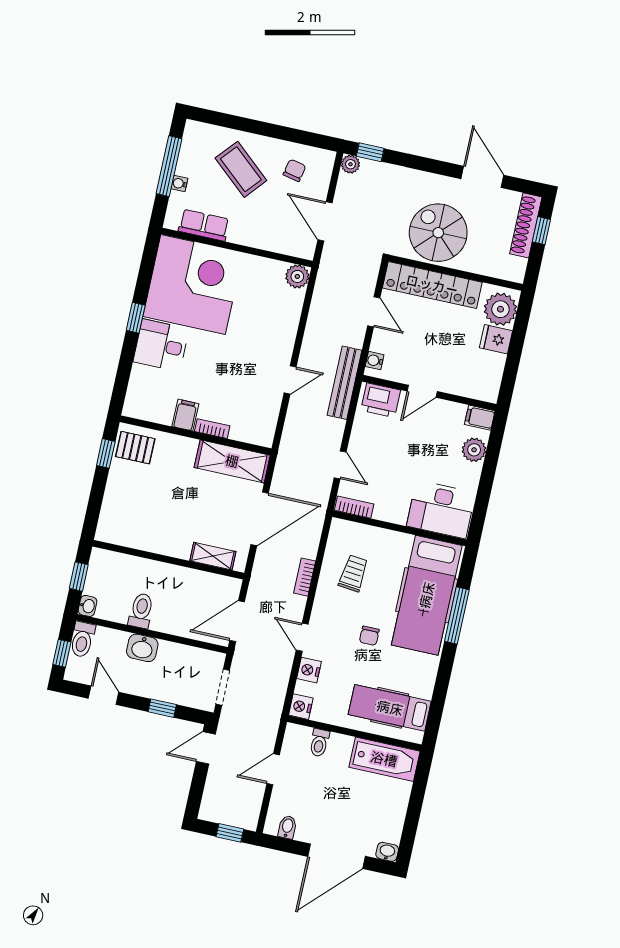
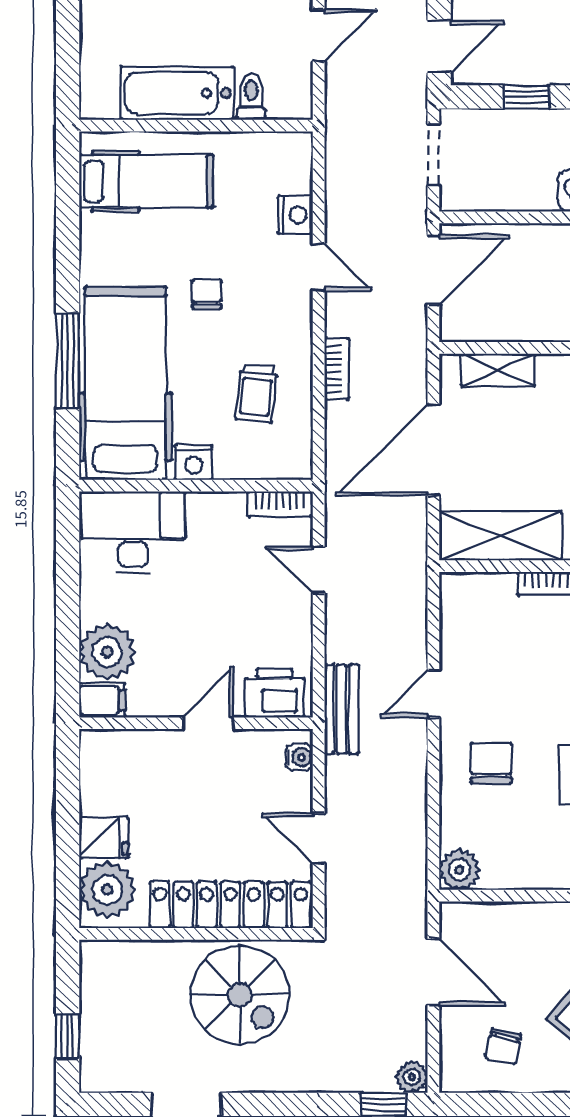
shoe rack: (526, 225) -> (96, 1039), removed
chair: (266, 333) -> (491, 763), added
bench: (345, 383) -> (341, 709), width x0.73
plant: (474, 450) -> (107, 652), width x1.36, depth x1.36
nightstand: (301, 707) -> (194, 463), moved, turned 90
bathtub: (384, 759) -> (177, 93), moved

